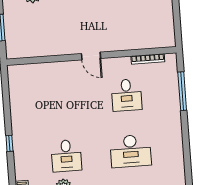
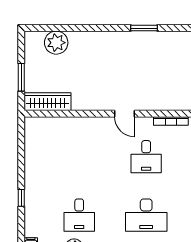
wardrobe: (28, 49) -> (48, 102), added
door: (91, 56) -> (124, 114), moved

